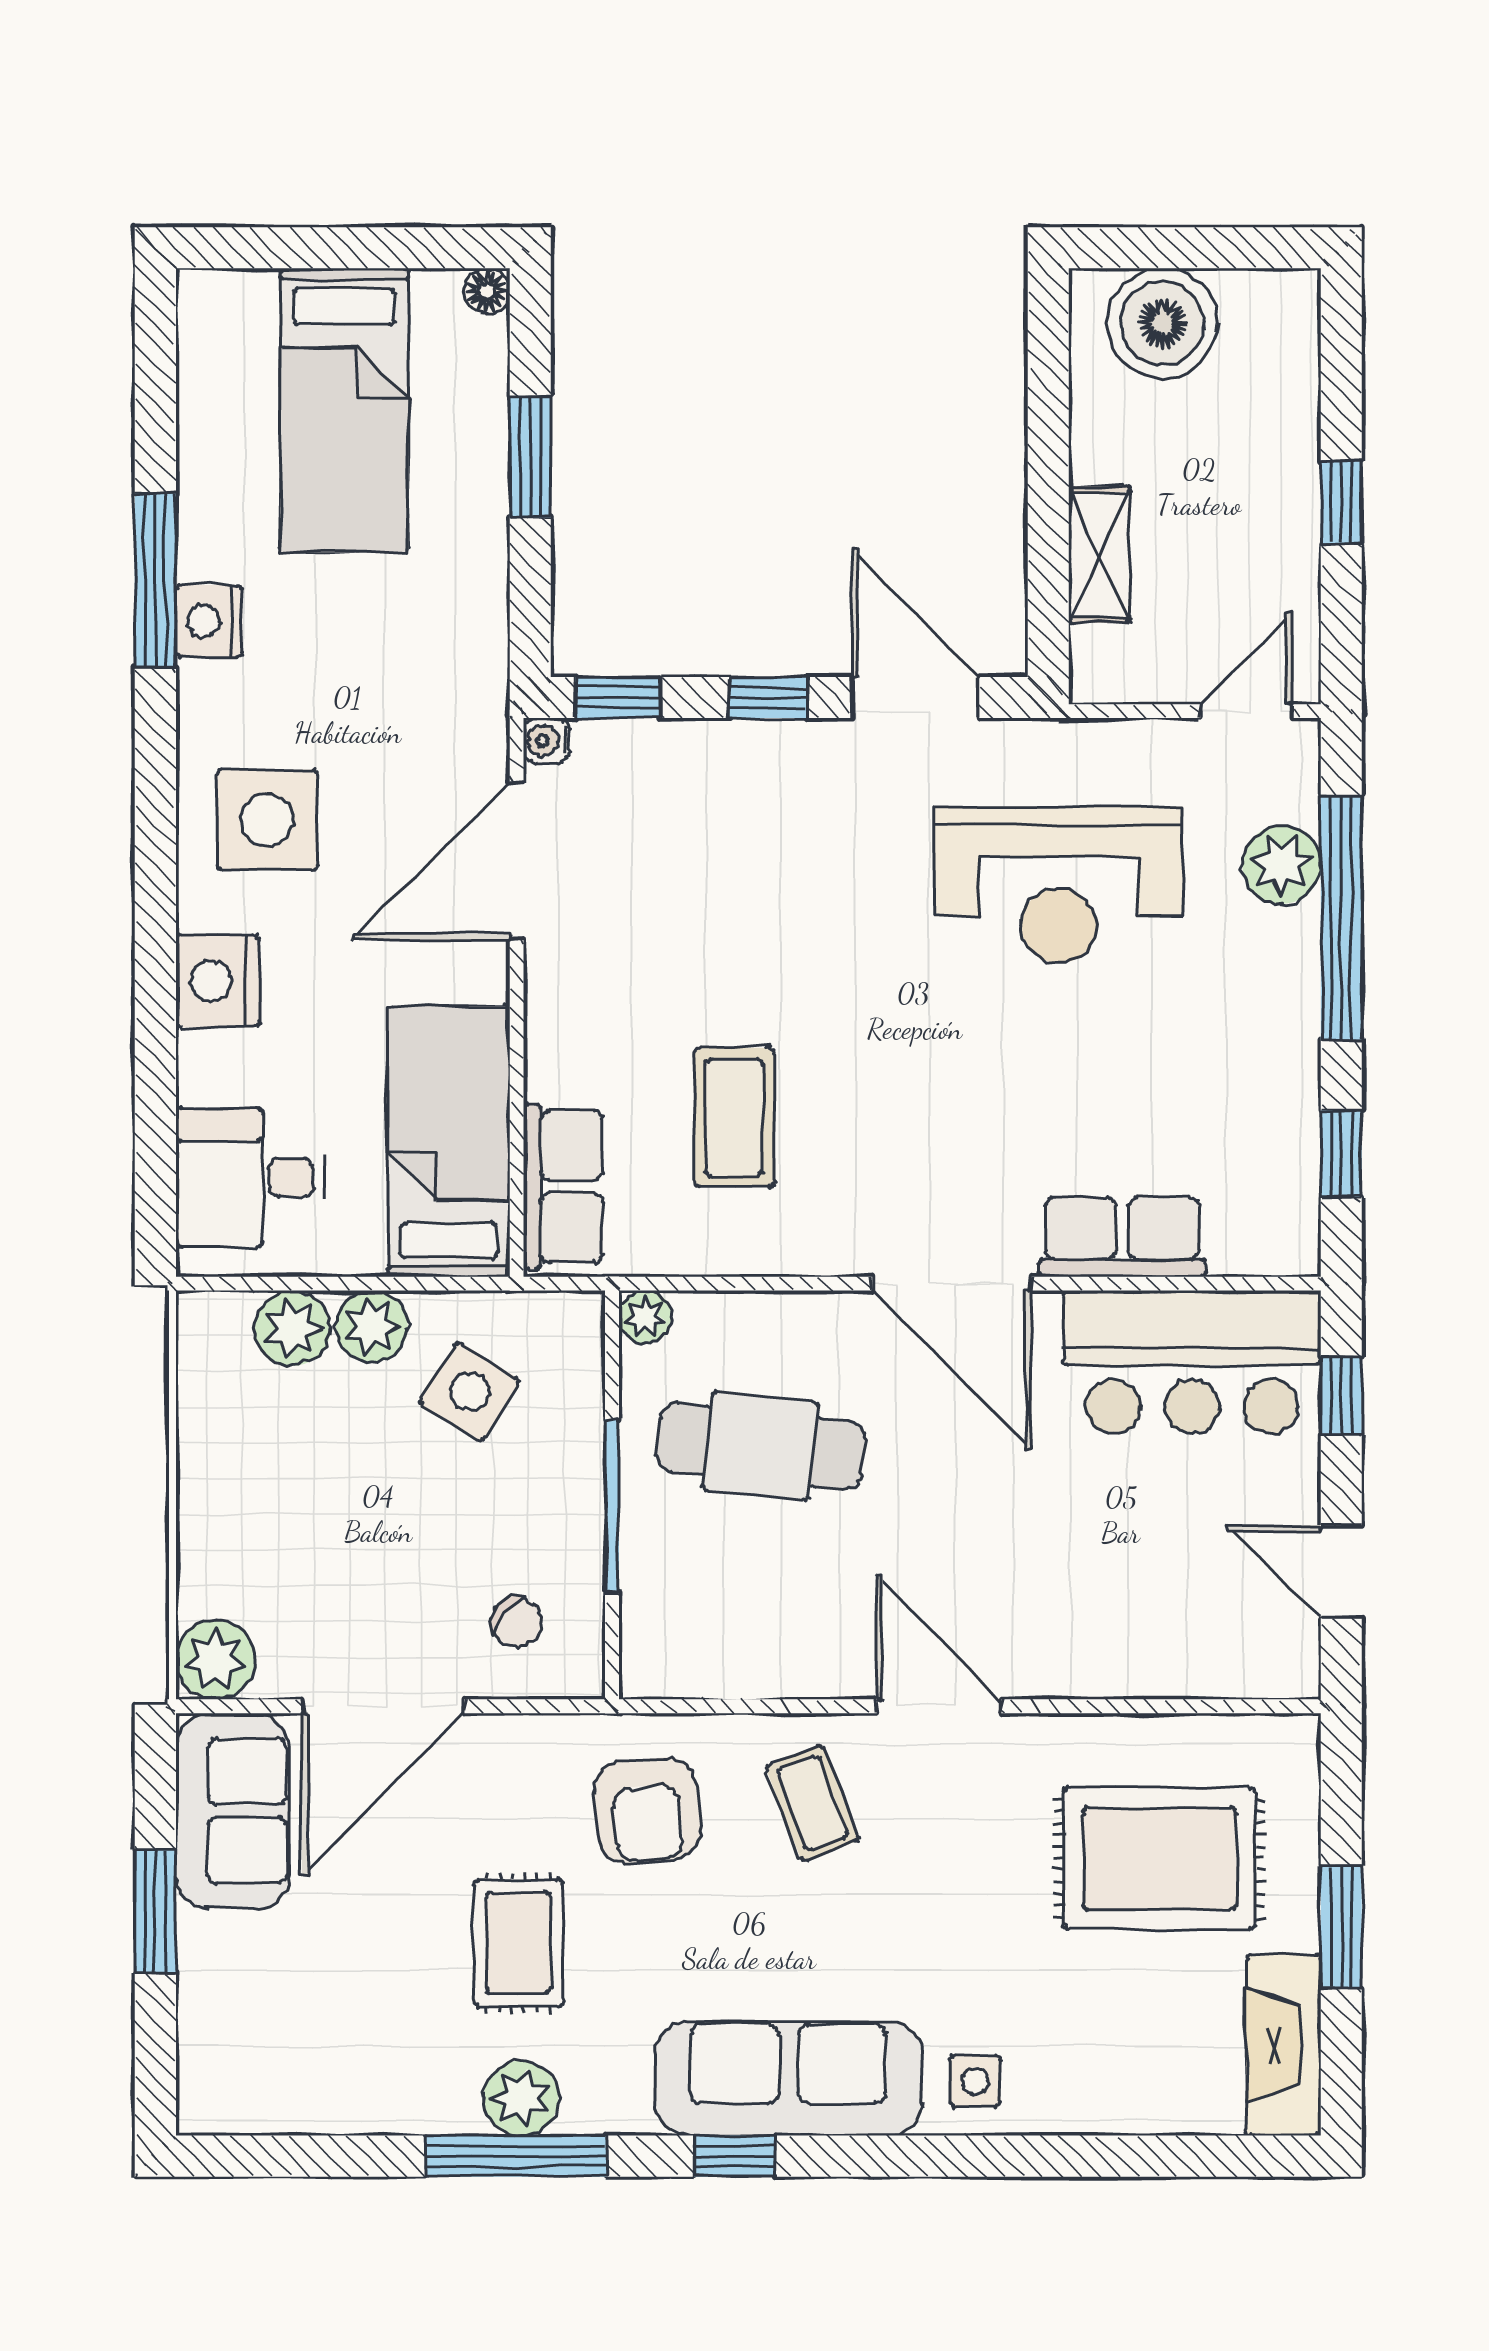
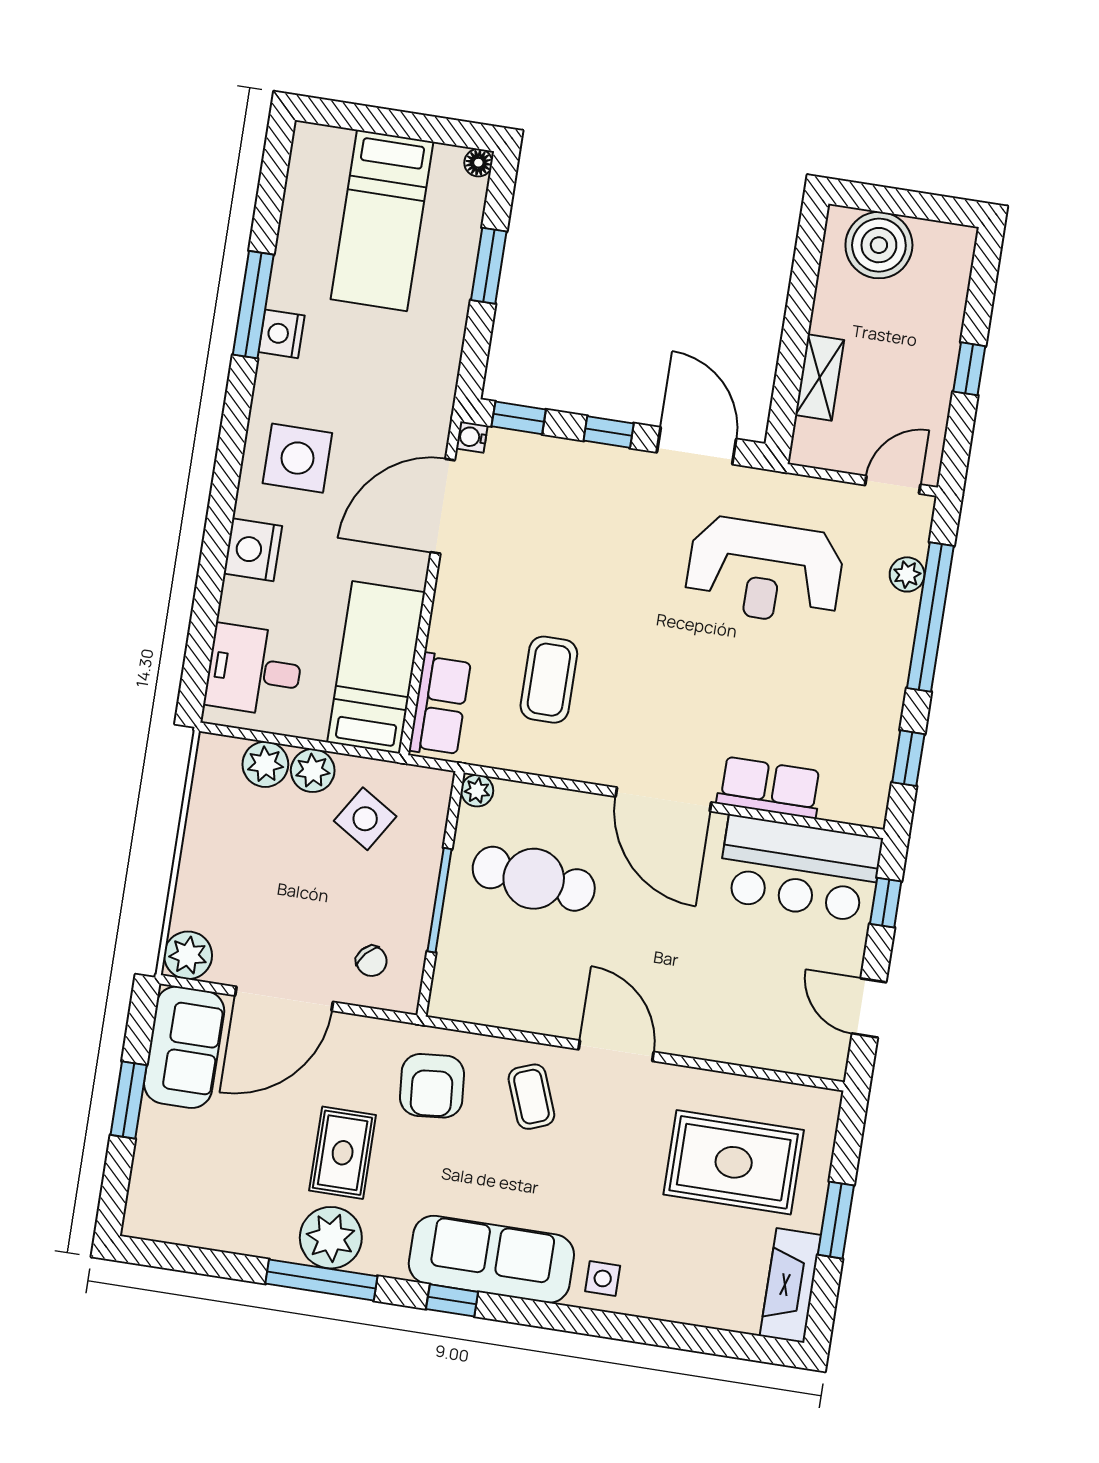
plant: (1282, 865) -> (907, 574), width x0.73, depth x0.73
plant: (521, 2098) -> (331, 1238), width x1.36, depth x1.36

